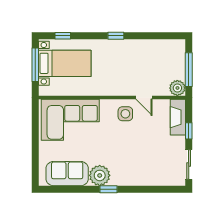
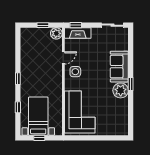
window: (63, 36) -> (18, 107), moved
window: (35, 65) -> (39, 138), width x0.46
window: (189, 70) -> (43, 25), width x0.46
window: (189, 131) -> (76, 25), moved
sofa: (67, 174) -> (119, 67), moved

